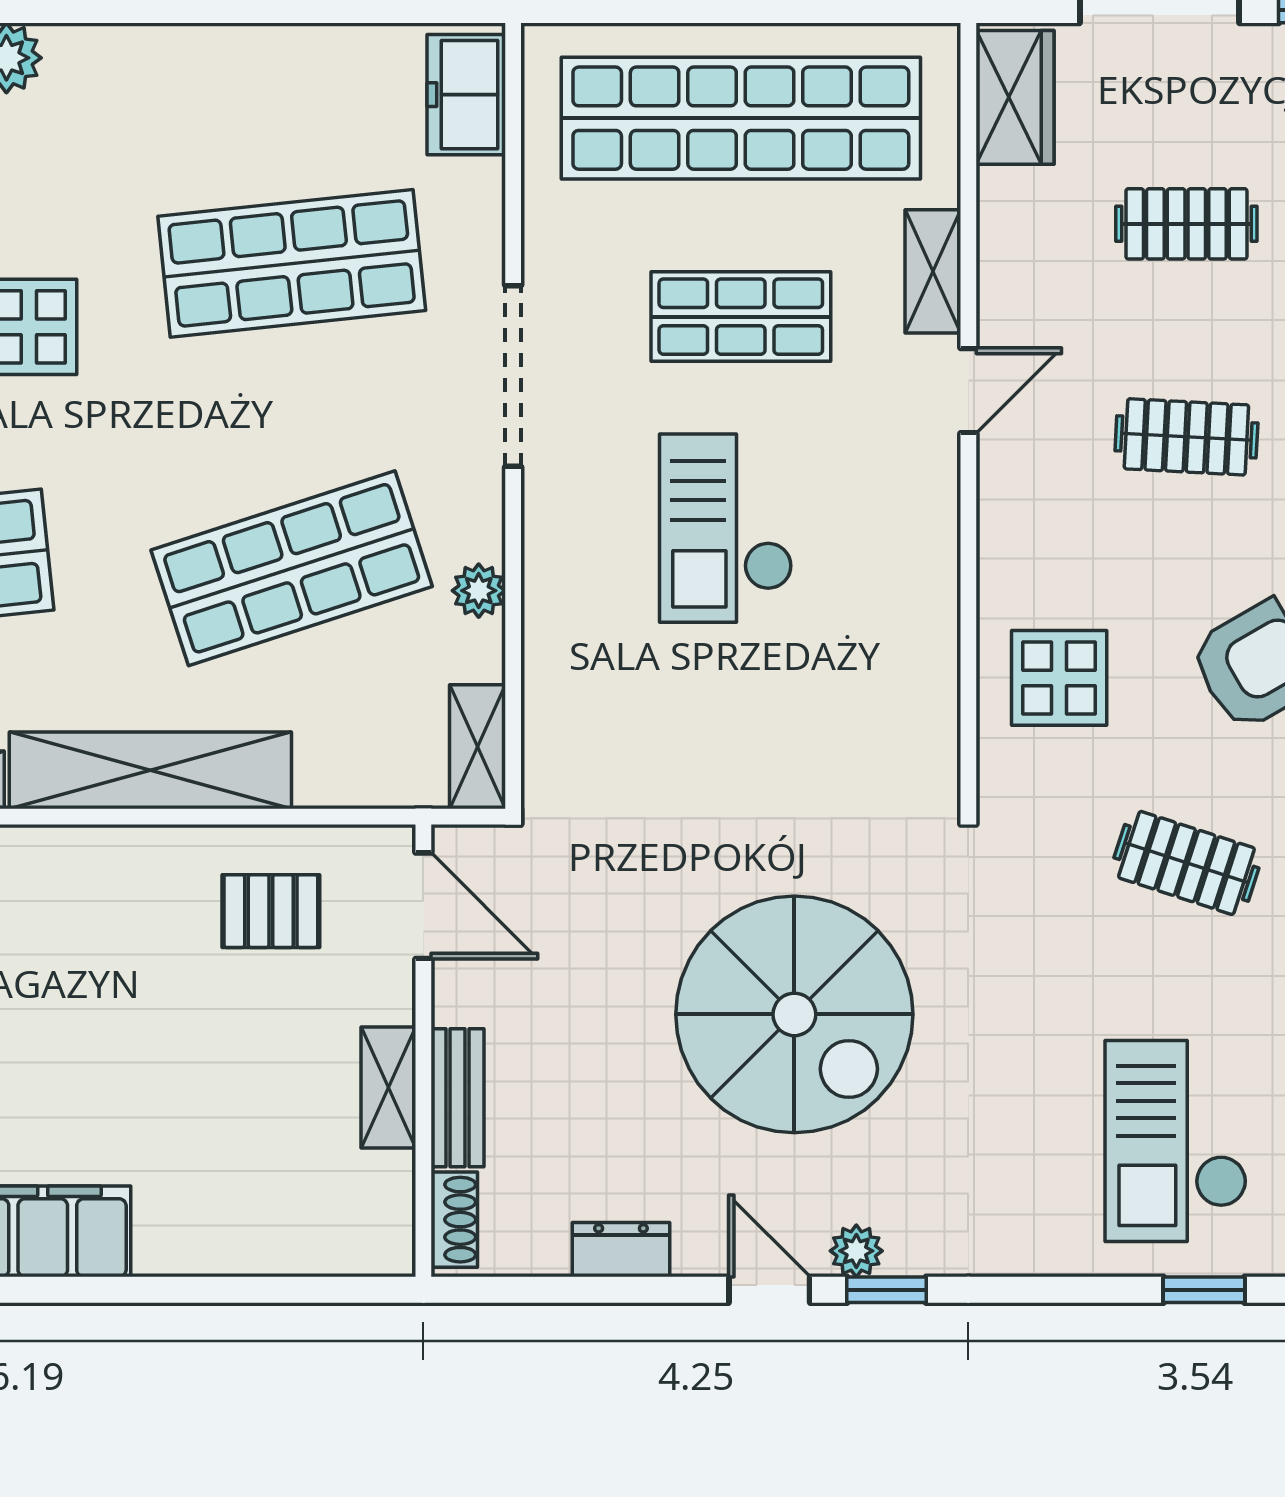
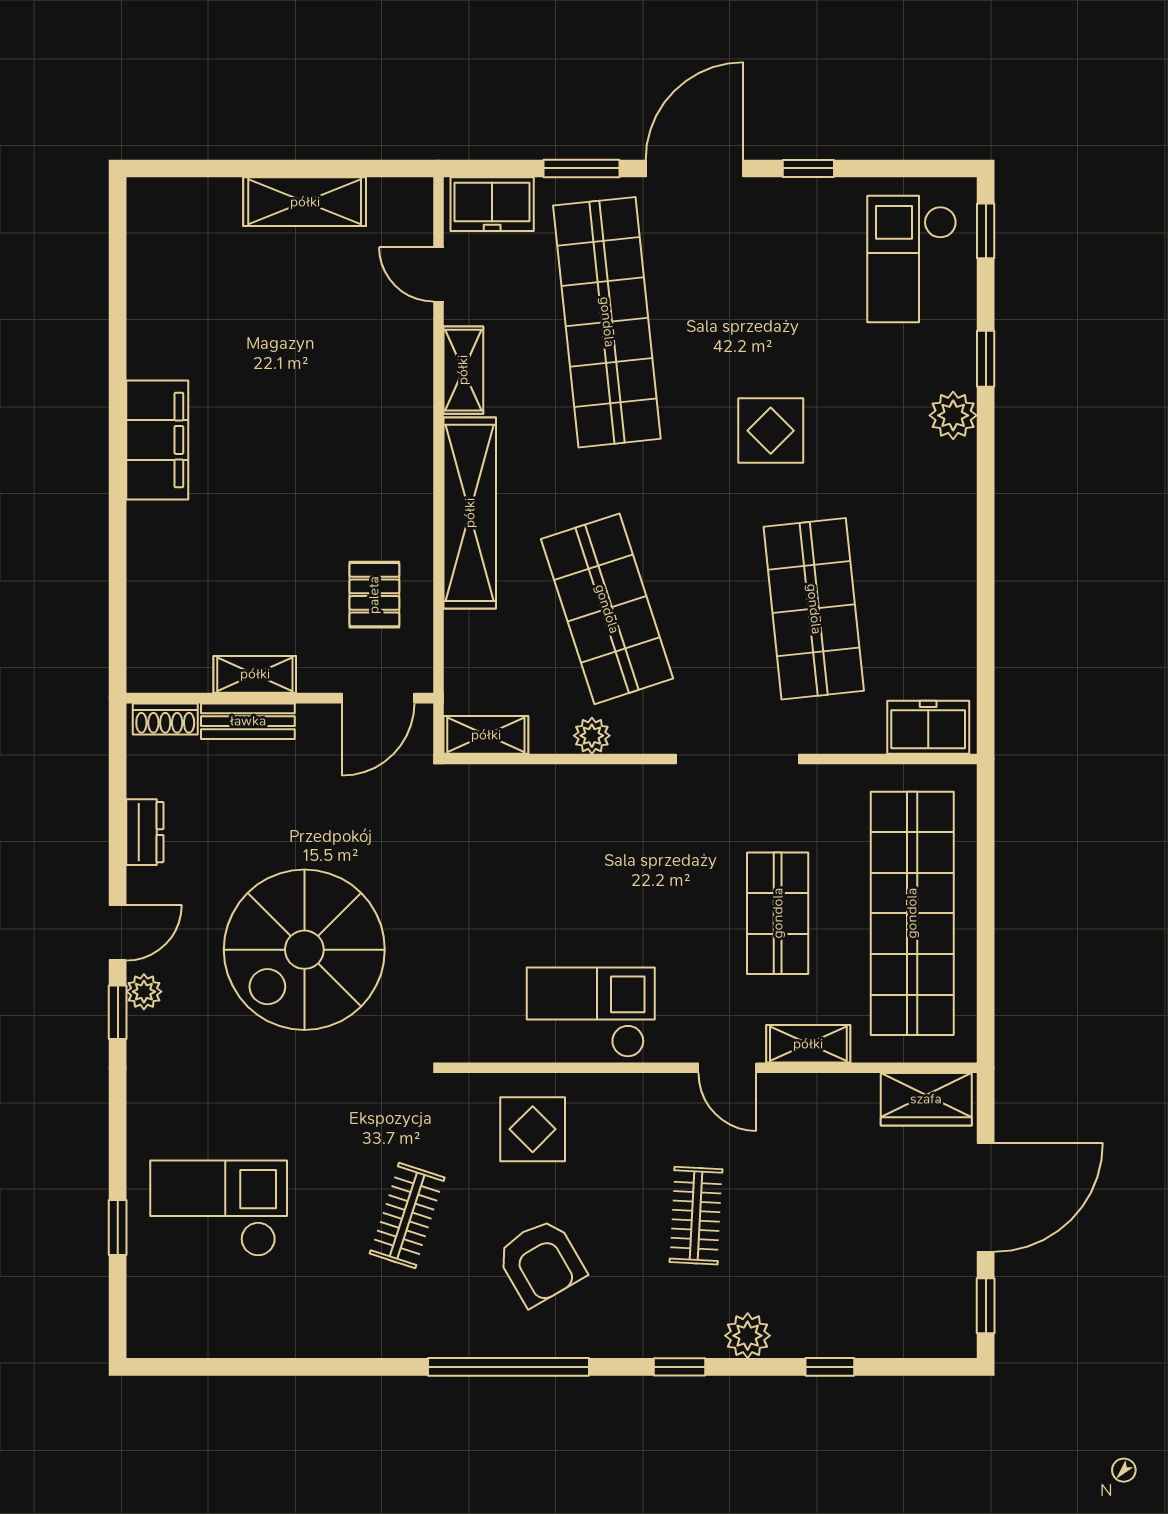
clothes rail: (1186, 224) -> (841, 1216), removed
checkout: (726, 528) -> (591, 1012), moved

